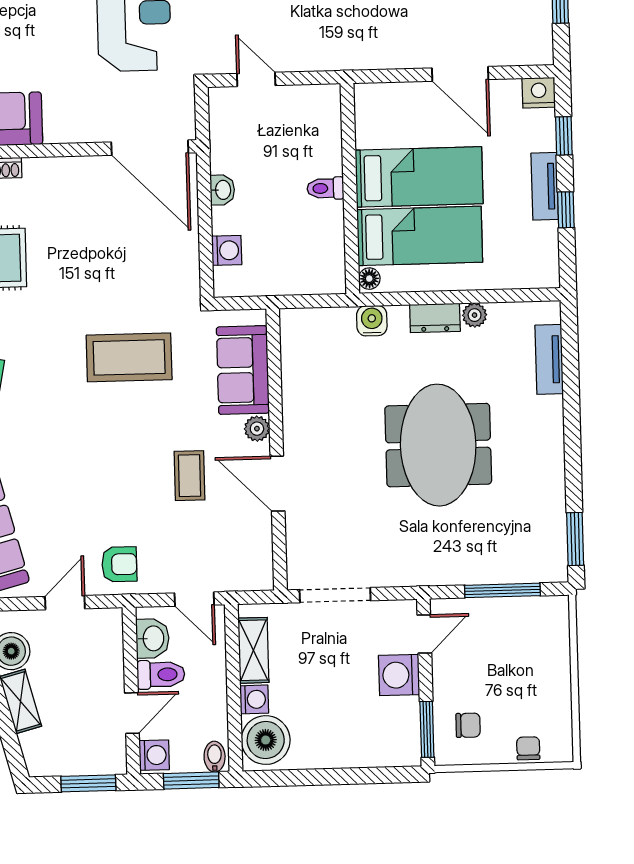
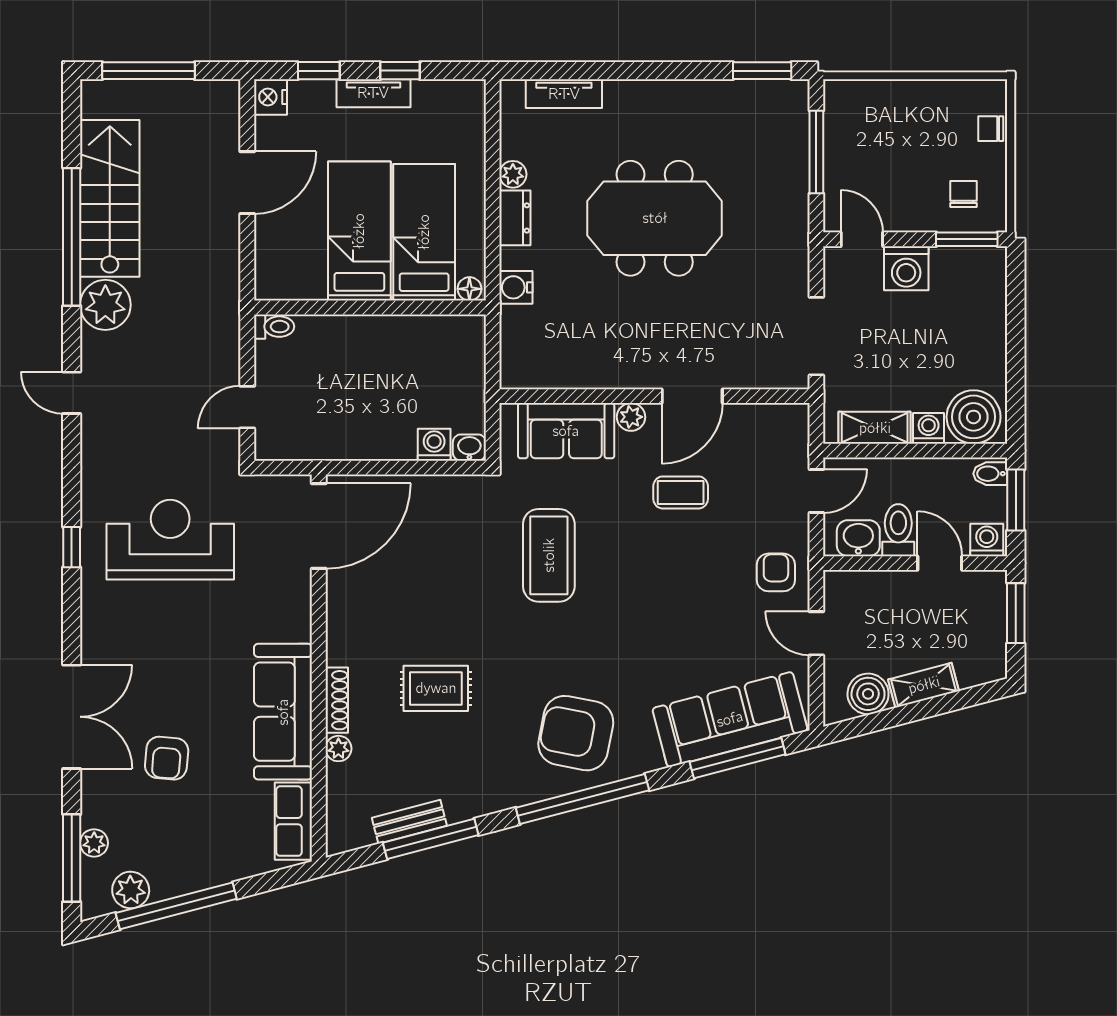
toilet: (325, 188) -> (274, 327), moved, turned -90
washbasin: (222, 190) -> (469, 448), moved

